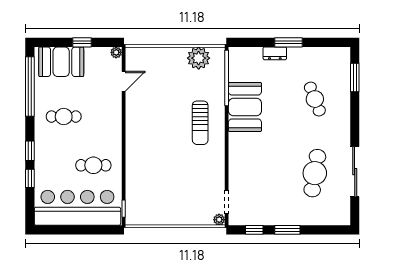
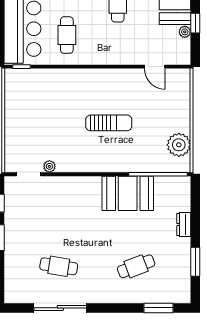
window: (289, 42) -> (195, 262), moved
plant: (116, 52) -> (185, 32), moved
sun lounger: (200, 123) -> (109, 123), moved, turned 180
cafe table: (315, 173) -> (59, 266), width x0.73, depth x0.74
plant: (219, 220) -> (49, 166), moved

